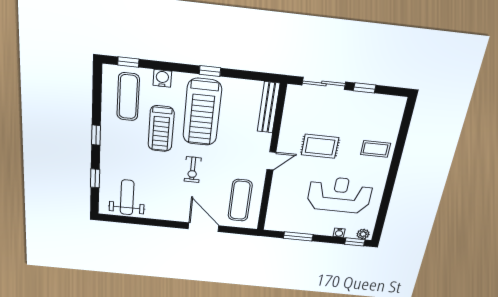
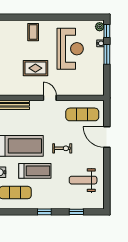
rug: (320, 146) -> (35, 68), turned 90
reception desk: (340, 195) -> (70, 49), turned 180
weight bench: (127, 197) -> (83, 180), moved
door: (204, 227) -> (107, 137), hinge flipped
window: (298, 236) -> (107, 54), moved

